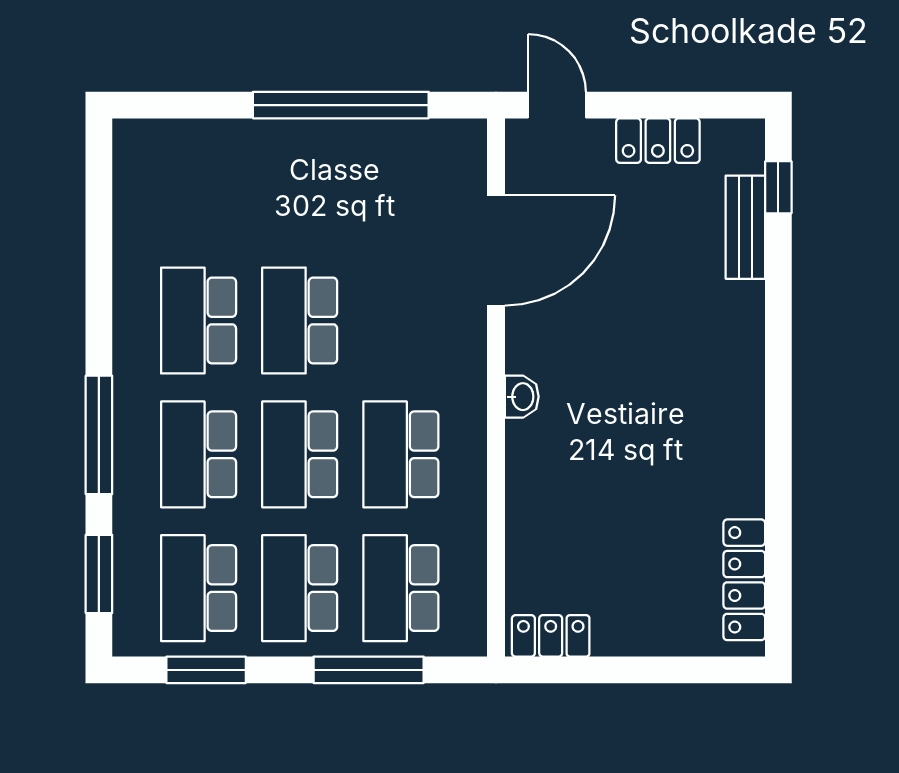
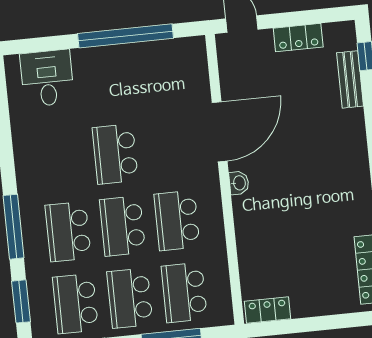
desk: (189, 168) -> (47, 78), added
door: (496, 250) -> (220, 132), moved
school desk: (199, 321) -> (61, 160), removed

